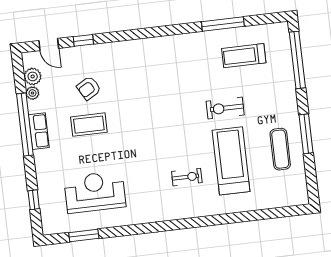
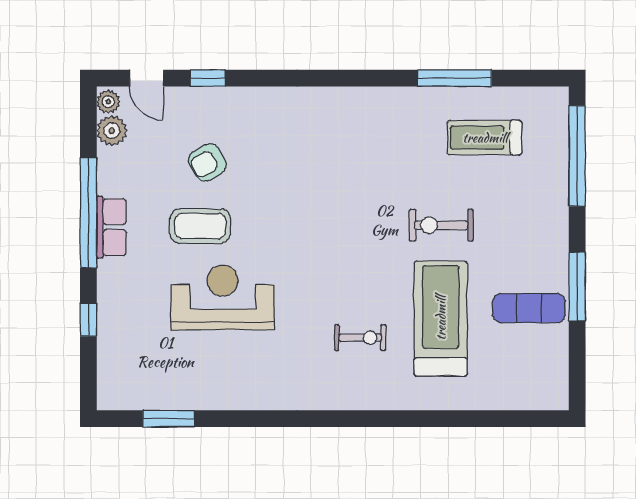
plant: (32, 93) -> (108, 102), moved
exercise mat: (280, 149) -> (529, 308), turned 90
reception desk: (95, 192) -> (223, 297), moved
window: (34, 200) -> (88, 320), moved

